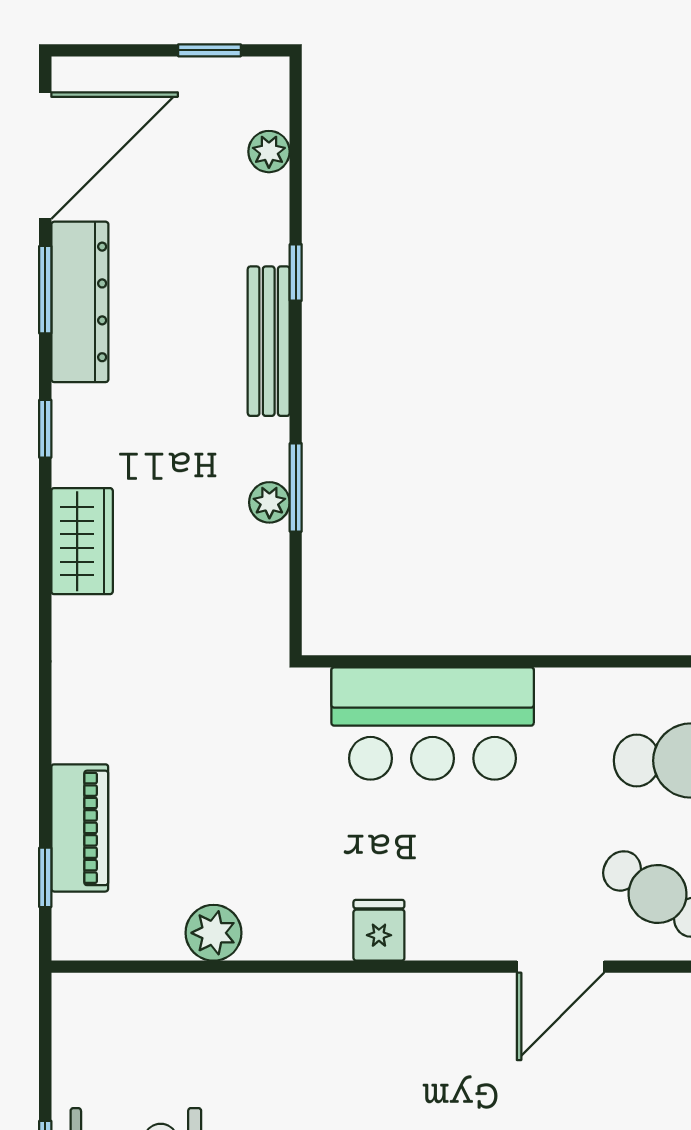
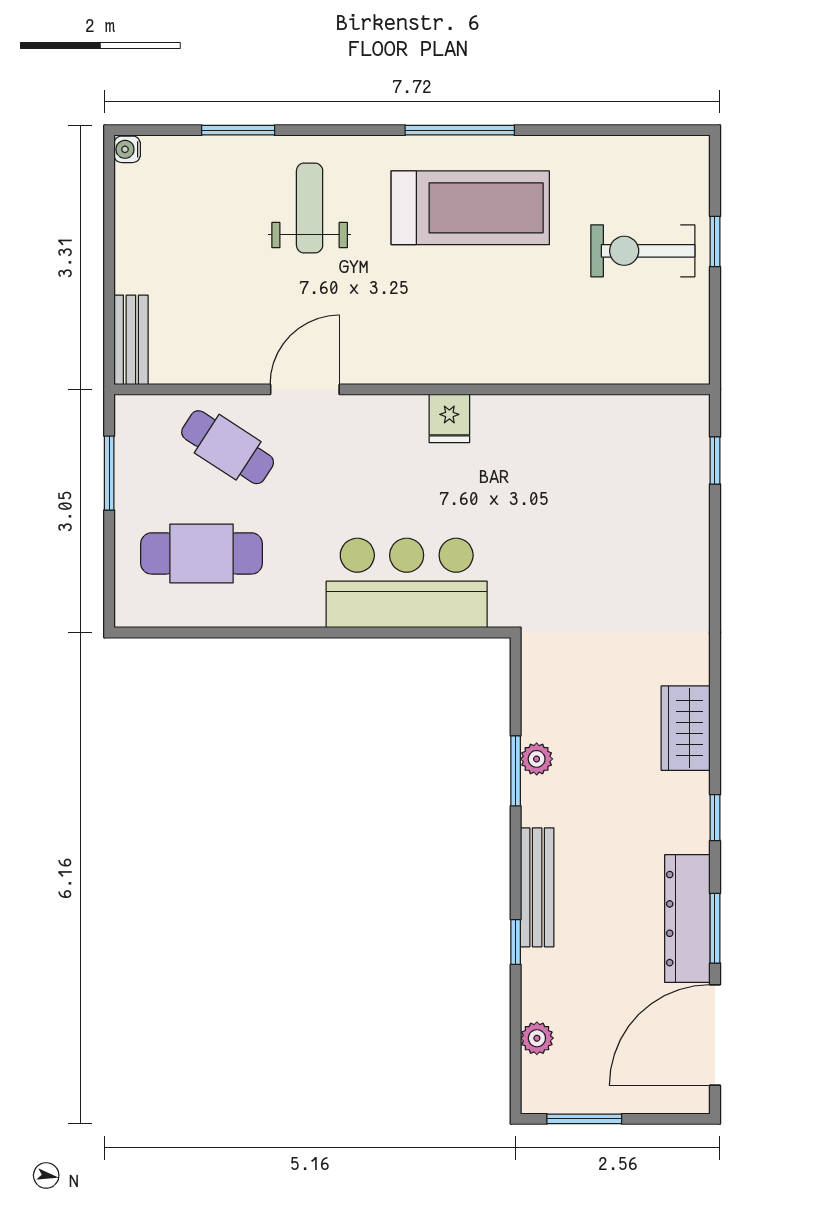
window: (210, 50) -> (584, 1119), width x1.50
piano: (80, 828) -> (688, 500), removed
plant: (214, 933) -> (581, 416), removed

